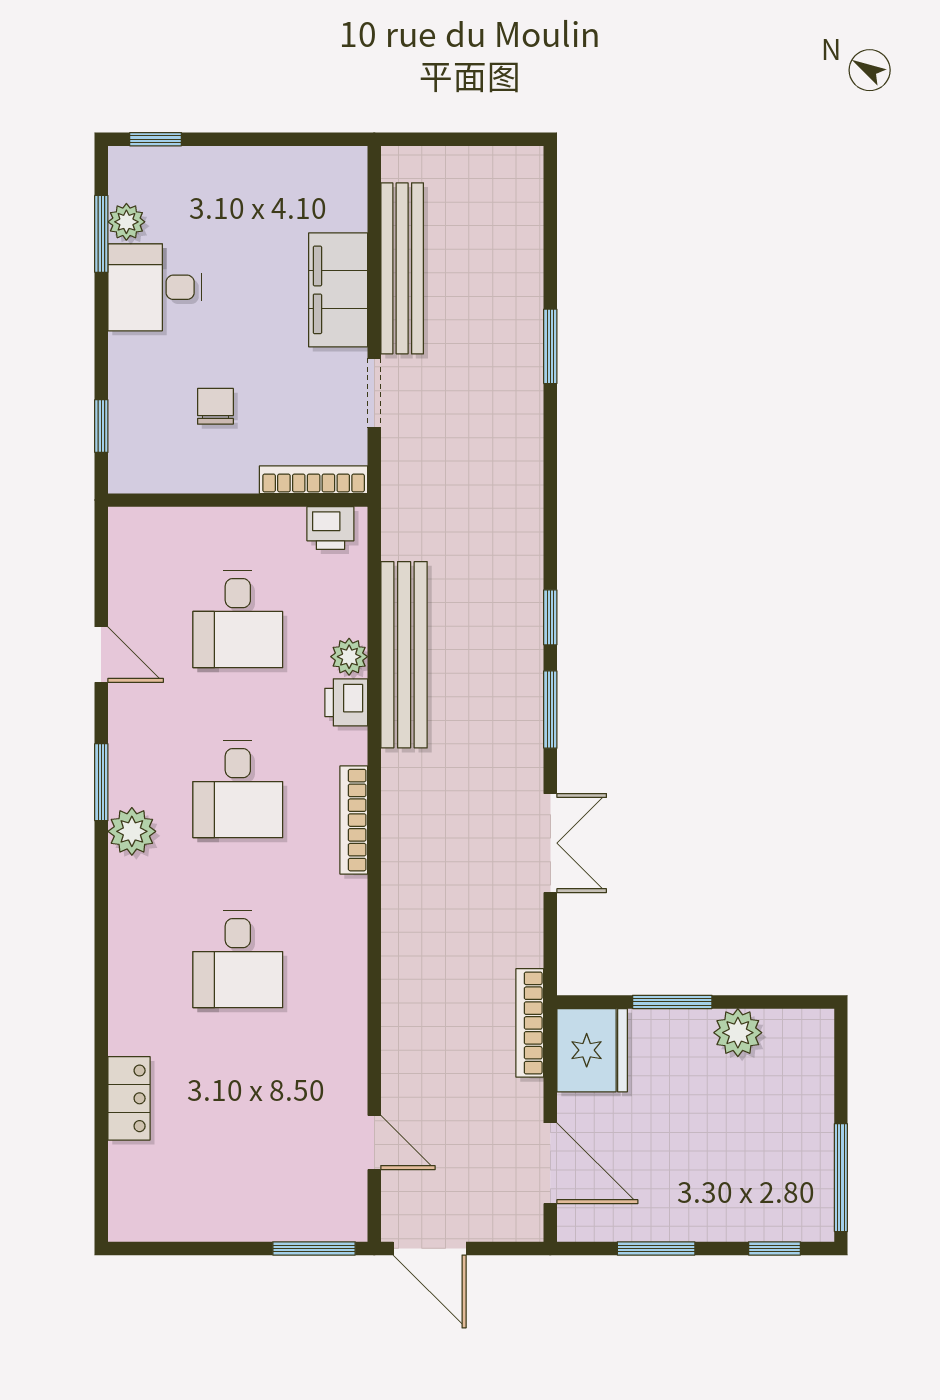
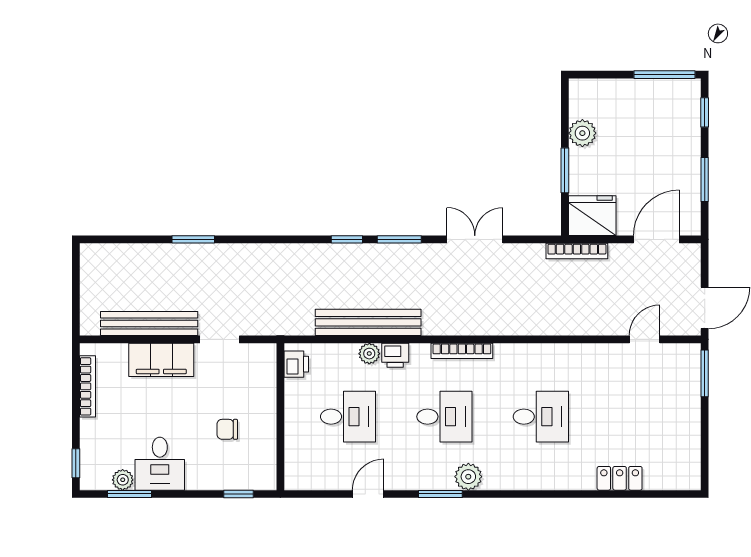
bookcase: (314, 480) -> (87, 386), moved, turned 180

